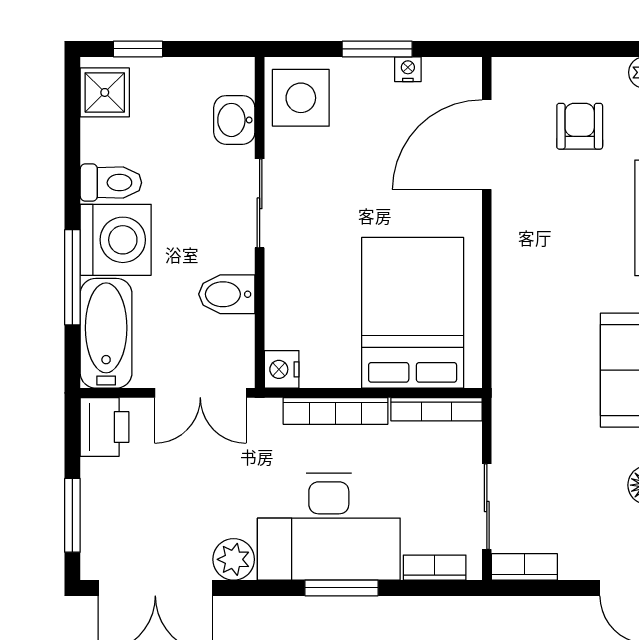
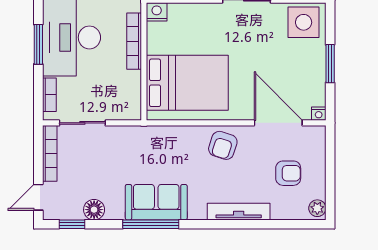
nightstand: (408, 69) -> (319, 114), moved, turned 90
armchair: (528, 247) -> (223, 145), added
bookcase: (436, 409) -> (135, 96), removed
bookcase: (524, 567) -> (50, 153), width x1.56

